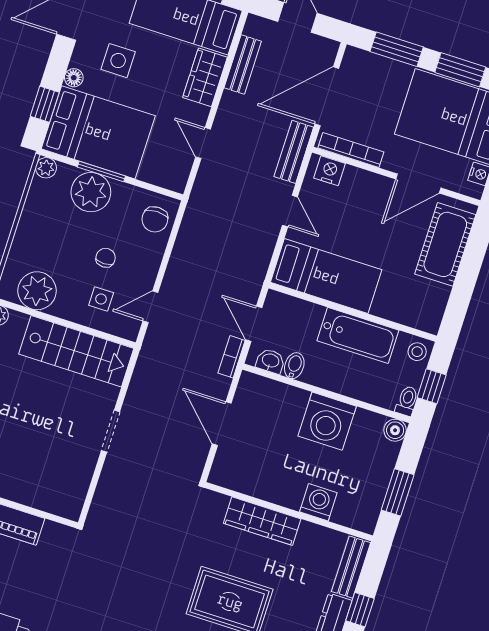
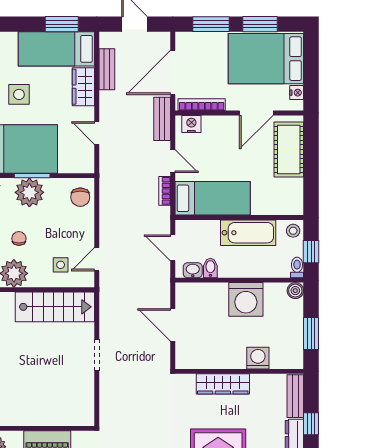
chair: (106, 258) -> (19, 238), moved
bookcase: (232, 357) -> (165, 191), moved

